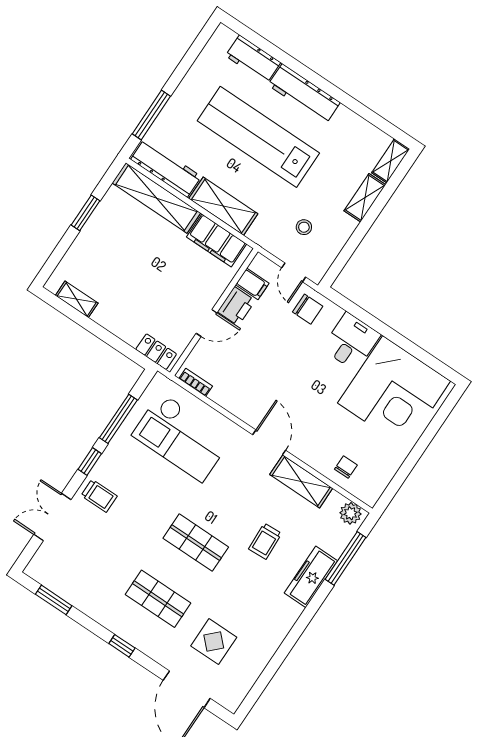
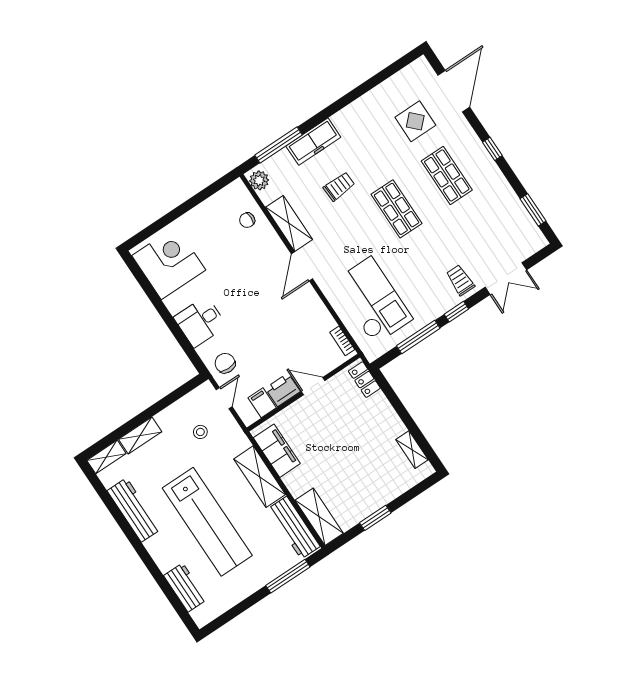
workbench: (304, 94) -> (134, 510), moved
shelving: (156, 198) -> (319, 517), width x0.68
corner desk: (394, 392) -> (169, 263), width x0.74, depth x0.74

